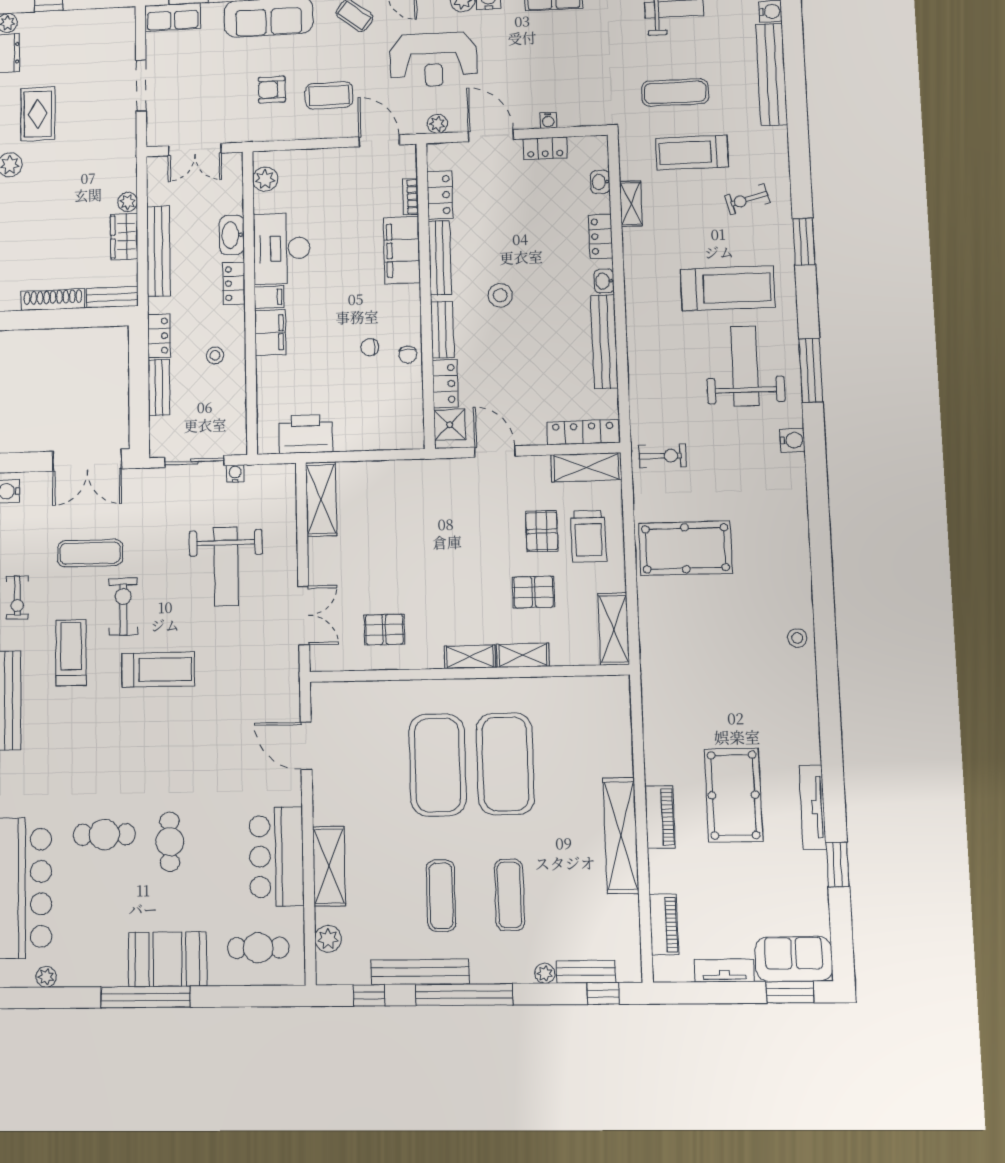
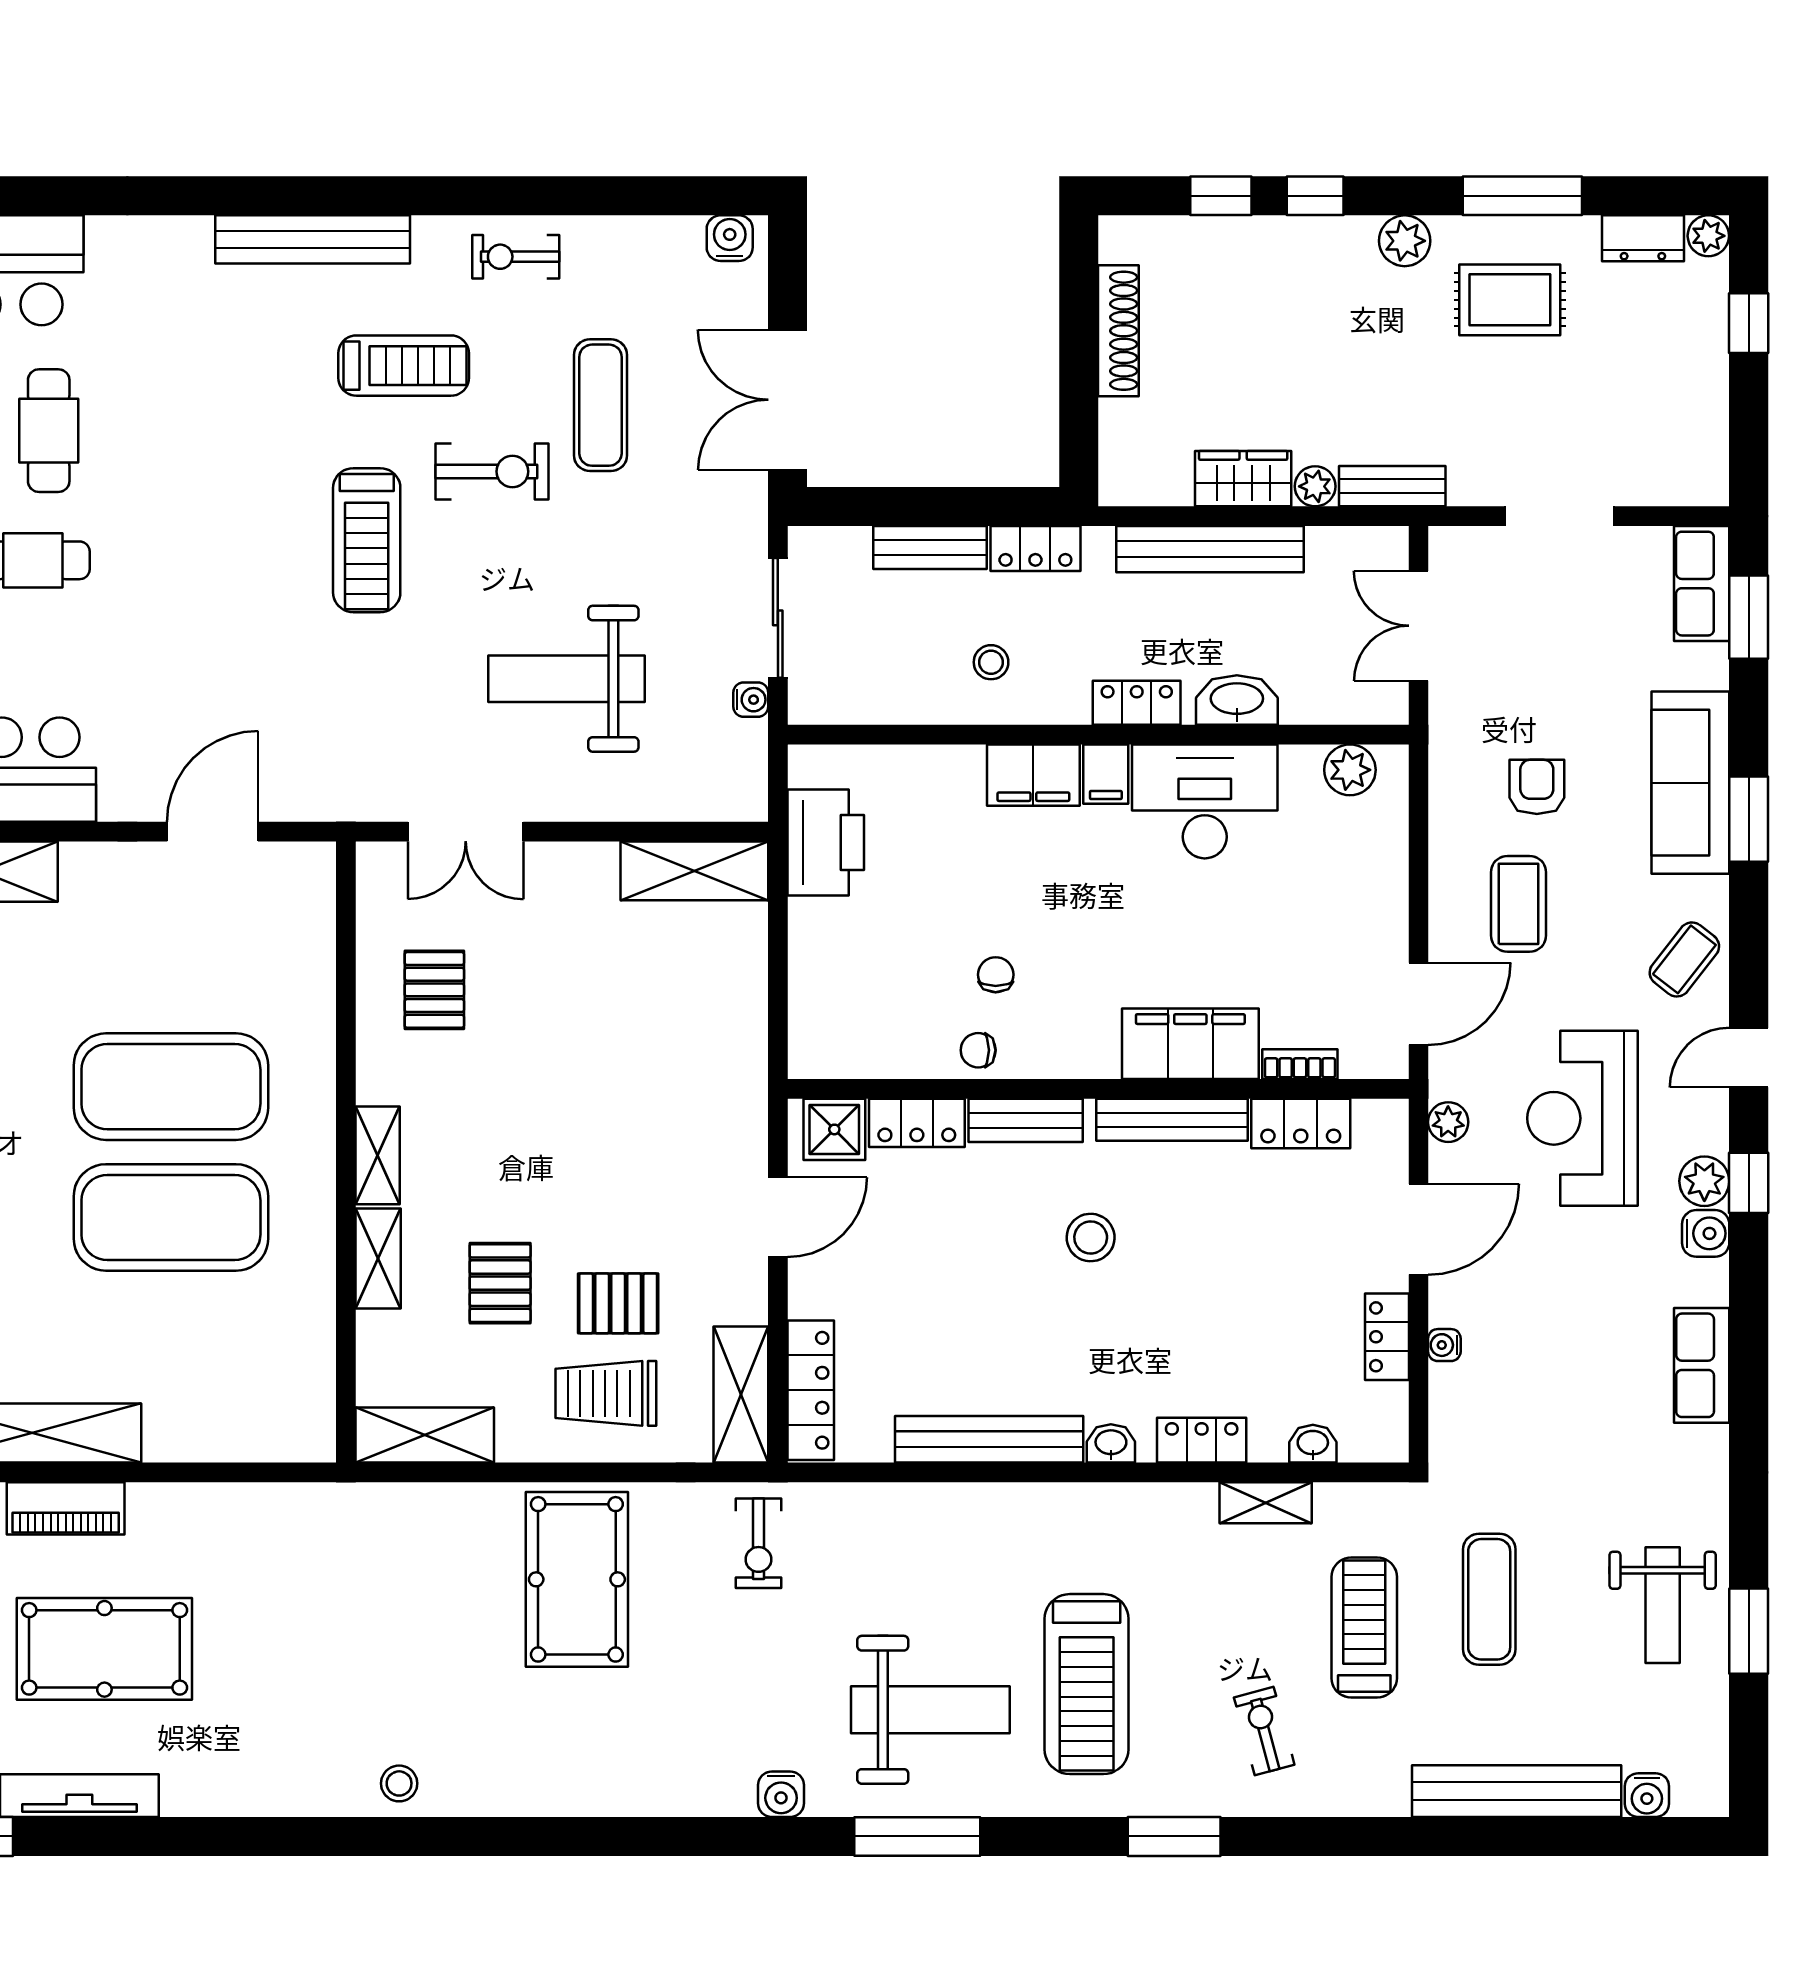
bench: (112, 297) -> (1392, 486), moved, turned 90

